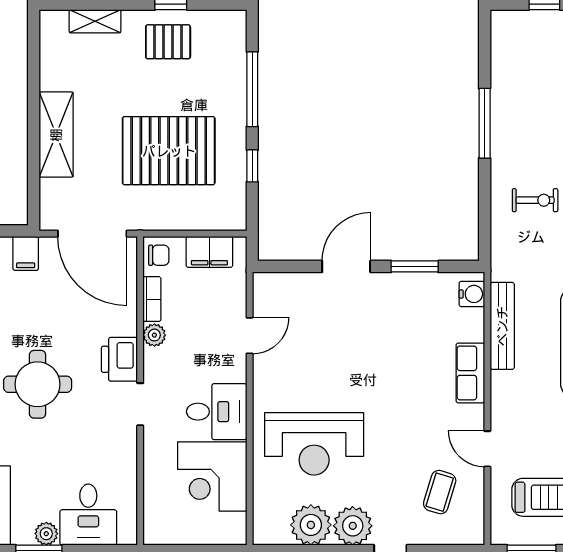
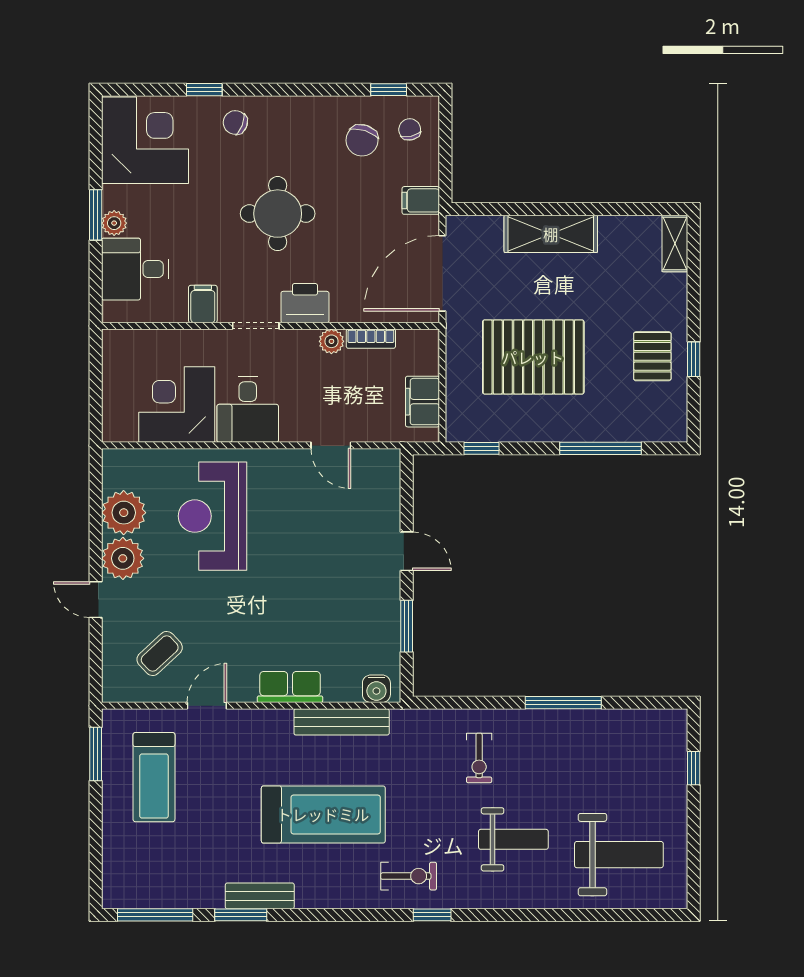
shelving: (95, 21) -> (675, 244), moved
pallet: (169, 151) -> (533, 357), turned 90
window: (252, 166) -> (481, 448), moved
chair: (159, 255) -> (419, 346), removed
door: (346, 266) -> (407, 551), width x0.73
filing cabinet: (120, 453) -> (203, 304), added
coffee table: (440, 492) -> (160, 653), turned -60

